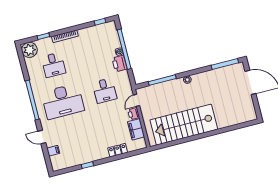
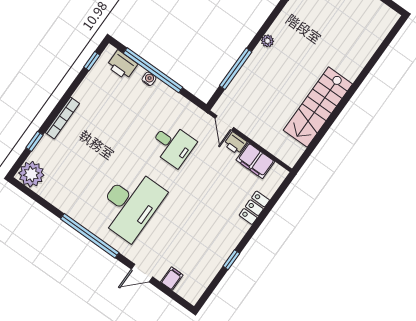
printer: (120, 63) -> (122, 65), moved
desk: (53, 65) -> (79, 167), removed
stairs: (184, 125) -> (318, 107), width x0.73, depth x0.66

